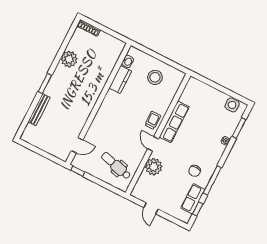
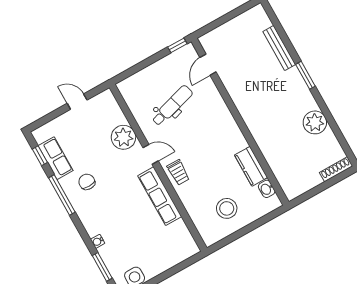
dental chair: (116, 166) -> (172, 106), moved, turned -31

